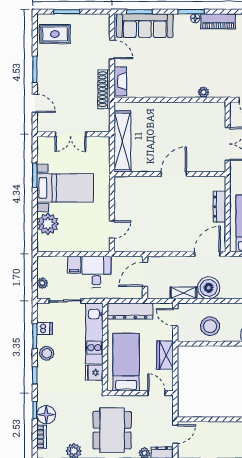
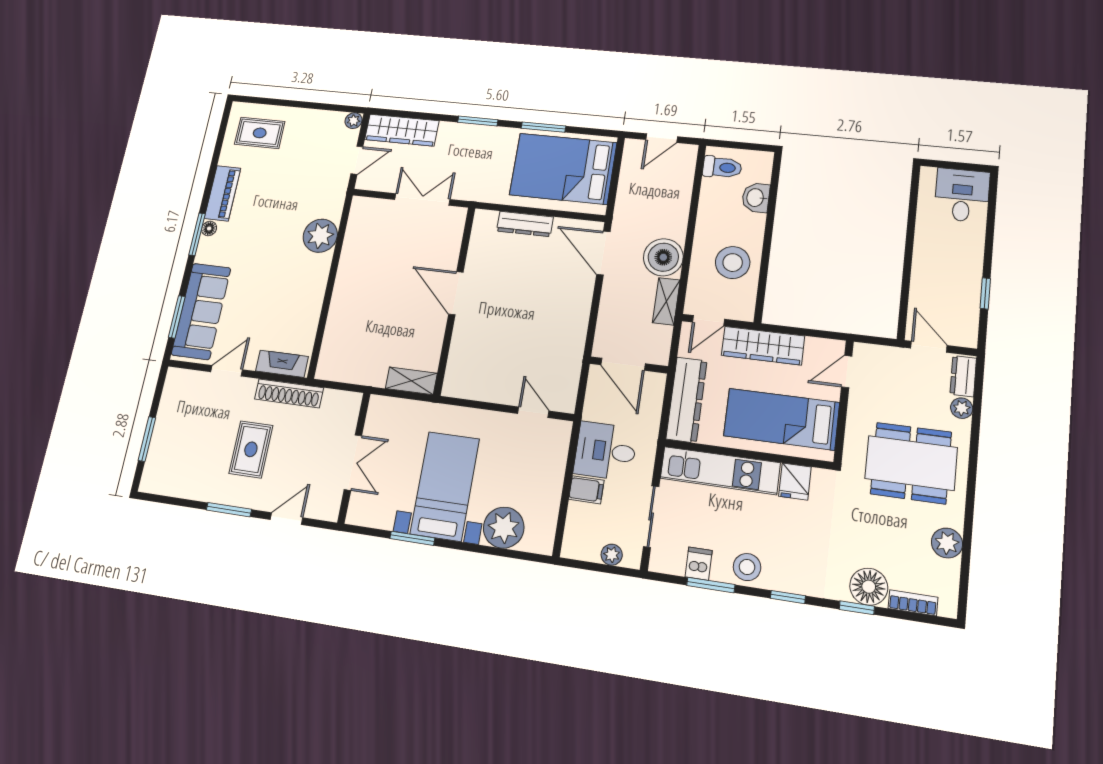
rug: (55, 34) -> (251, 449), moved
plant: (204, 92) -> (320, 236), width x1.88, depth x1.88
shelving: (122, 141) -> (411, 381), width x0.45, depth x0.75
wardrobe: (165, 355) -> (763, 346), width x1.50

